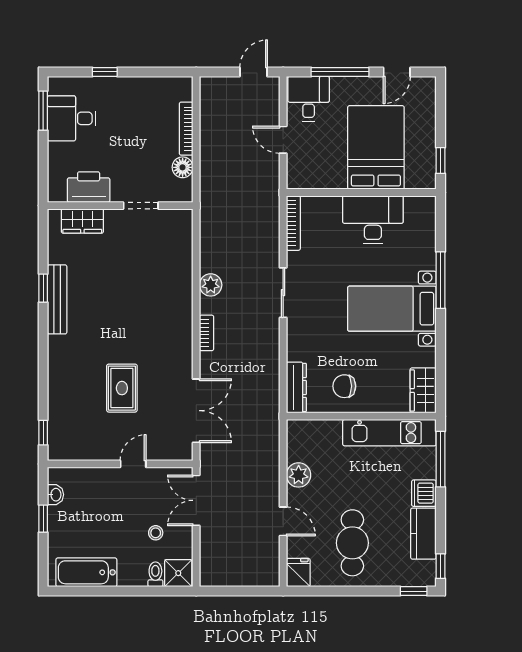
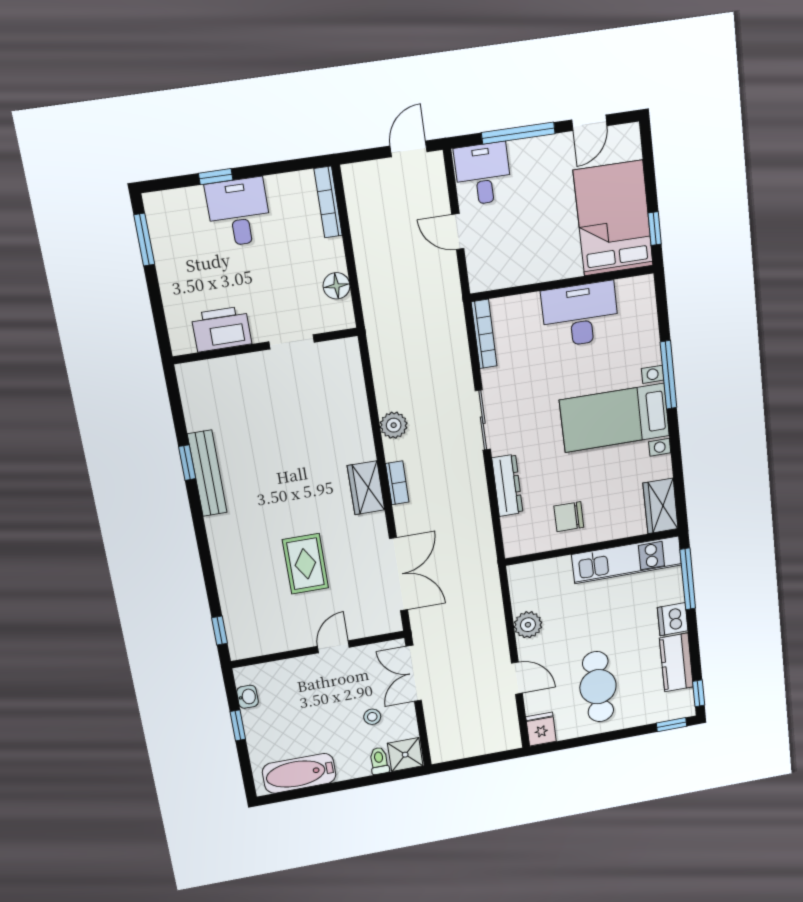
desk: (72, 118) -> (239, 212), moved, turned 90
bookcase: (186, 129) -> (328, 202), moved
bed: (376, 147) -> (613, 218), moved
wardrobe: (82, 221) -> (366, 488), moved, turned 90
dresser: (296, 387) -> (507, 485), moved

